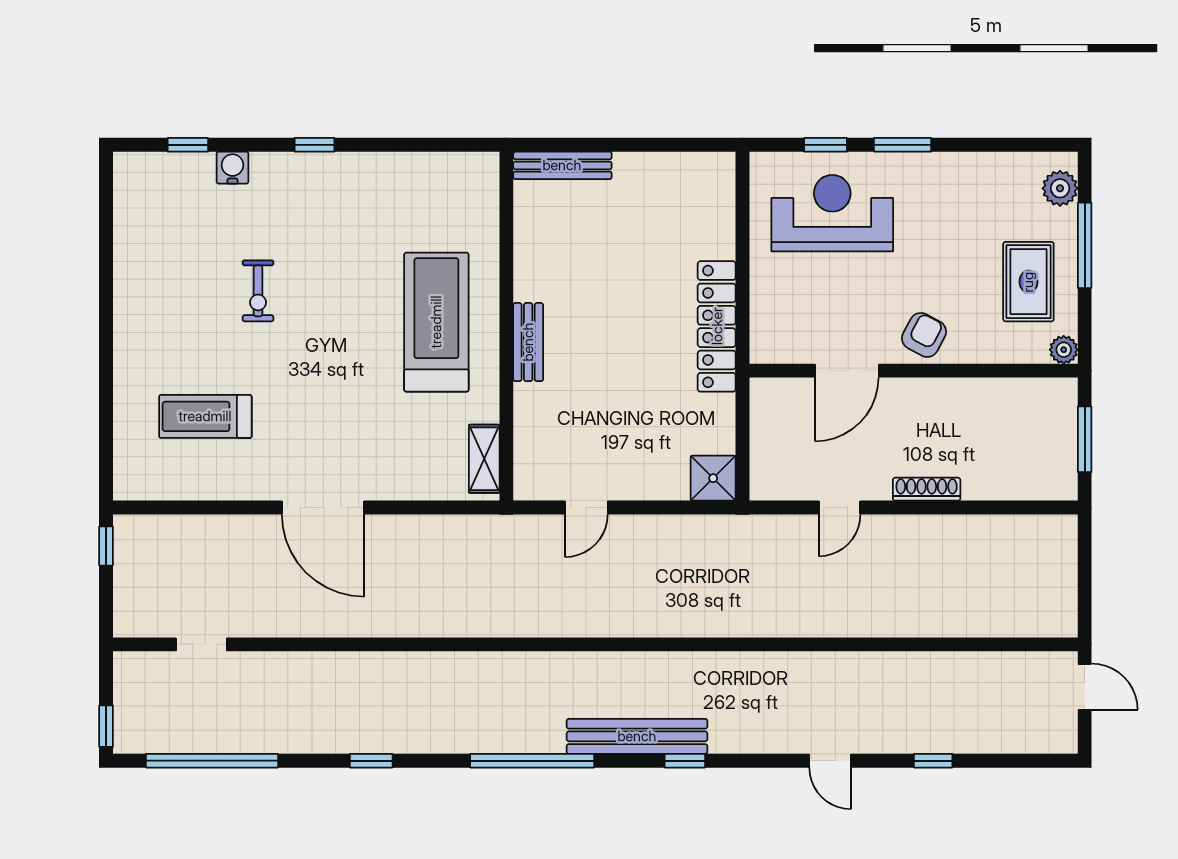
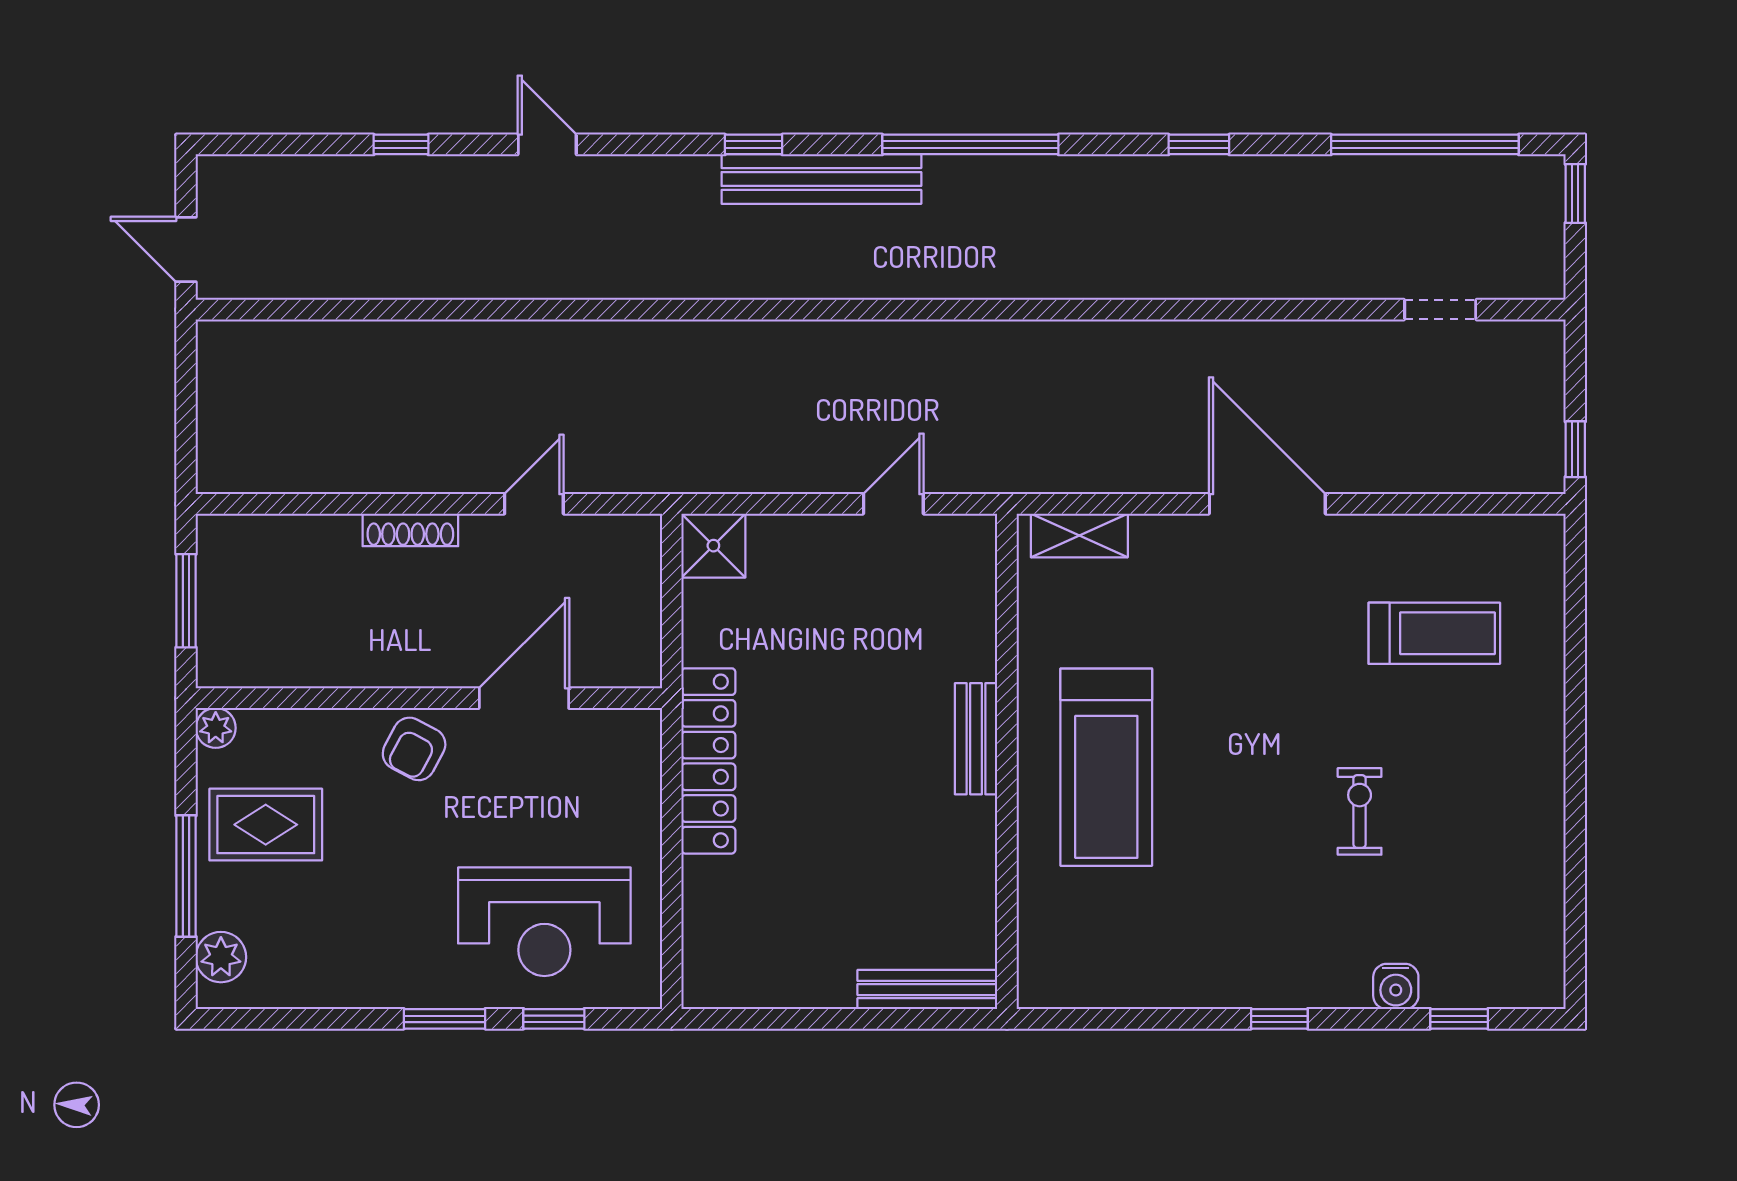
rug: (1028, 282) -> (266, 825), turned 90
shelving: (484, 459) -> (1079, 535), moved, turned 90

